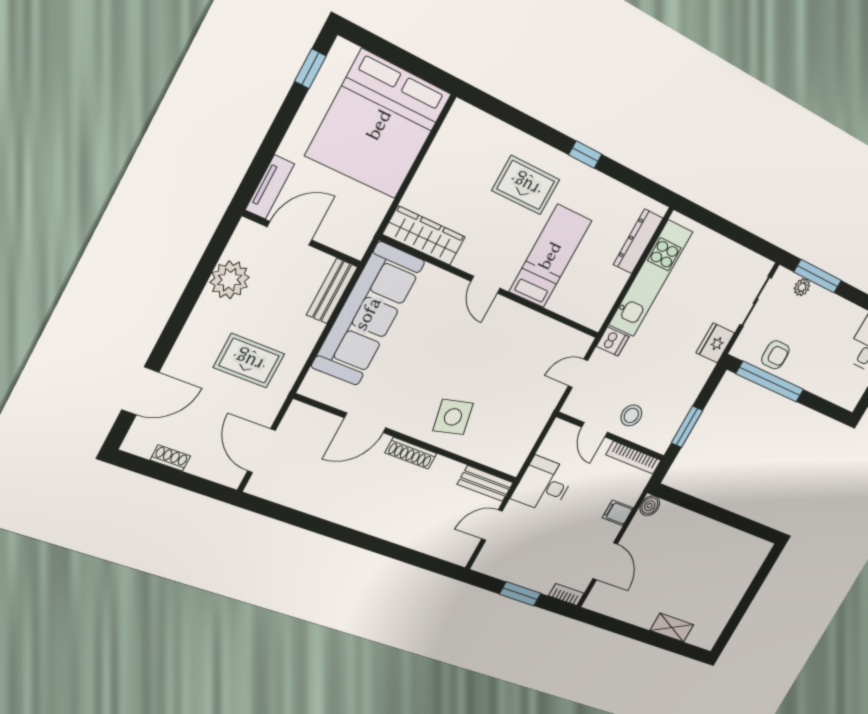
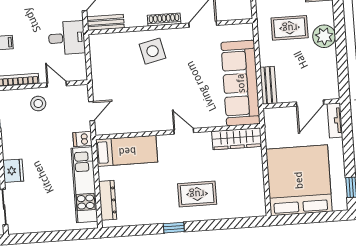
bed: (550, 256) -> (127, 151), moved, turned -90
plant: (230, 280) -> (324, 36), moved

